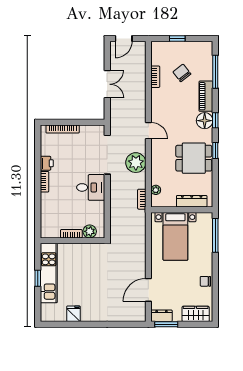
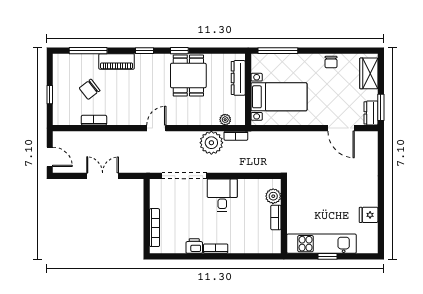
floor lamp: (205, 121) -> (145, 63), removed
plant: (136, 163) -> (211, 143), moved

